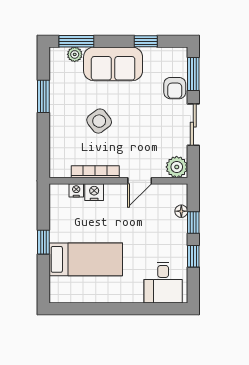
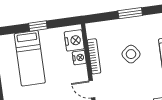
window: (43, 96) -> (130, 13), moved
nightstand: (76, 190) -> (74, 40), width x1.89, depth x1.79

